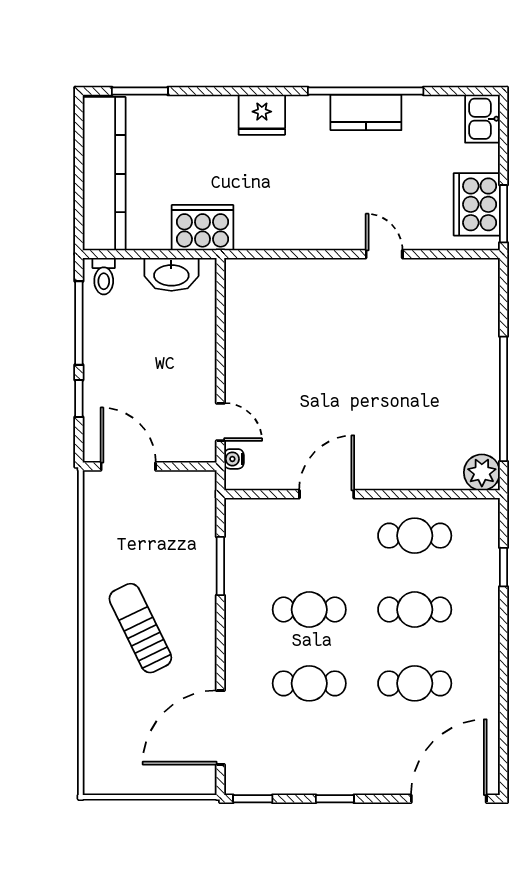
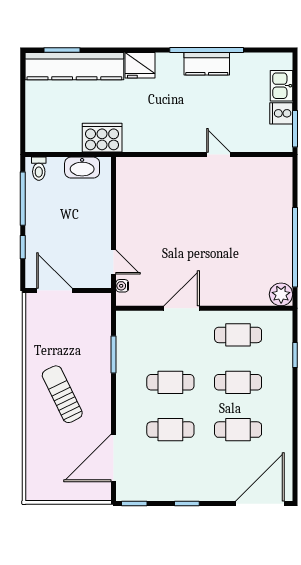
kitchen sink: (482, 119) -> (281, 86), moved
kitchen counter: (104, 174) -> (74, 66), moved, turned 90
cooker: (477, 204) -> (281, 113), width x0.53, depth x0.76

